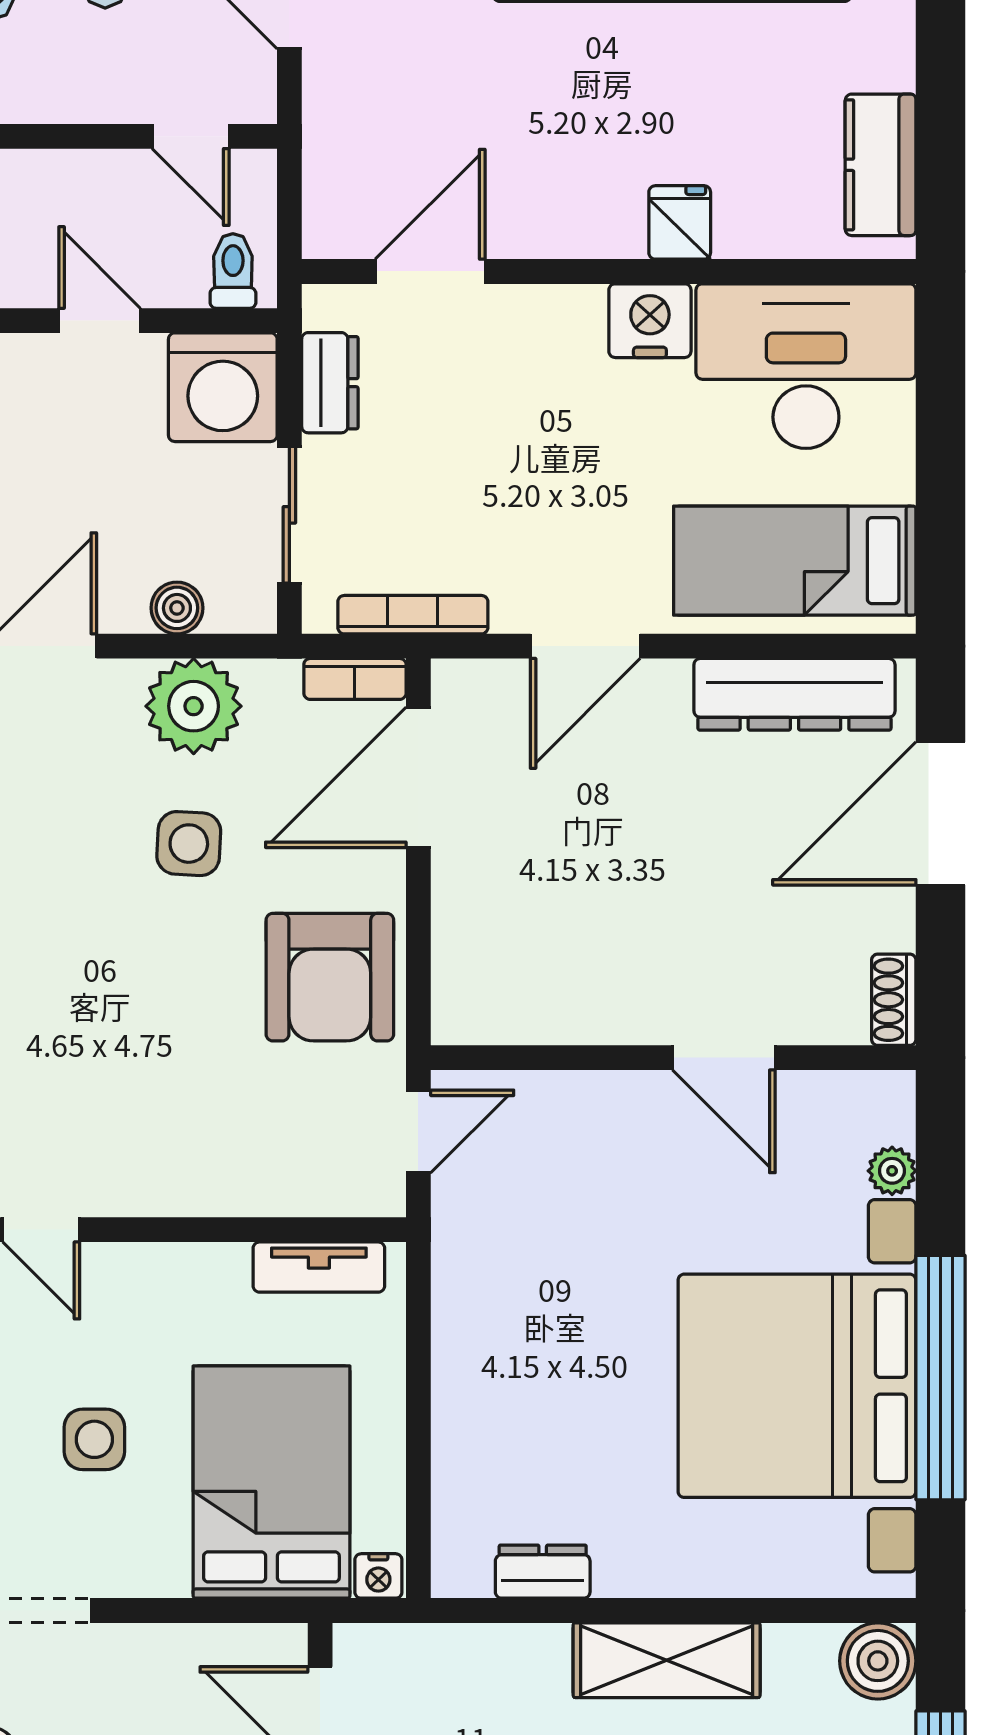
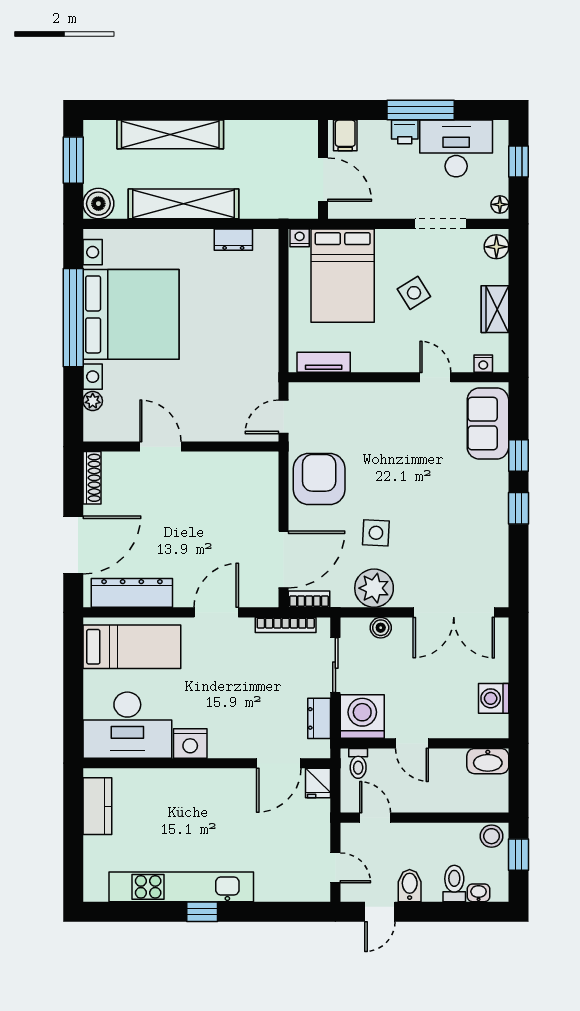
fridge: (680, 222) -> (318, 783), moved
shoe rack: (894, 1000) -> (92, 478), width x1.43
side table: (94, 1439) -> (414, 293), turned -32
shelving: (667, 1660) -> (183, 204), width x1.47

